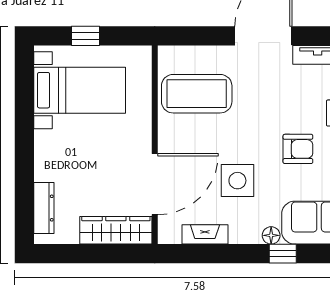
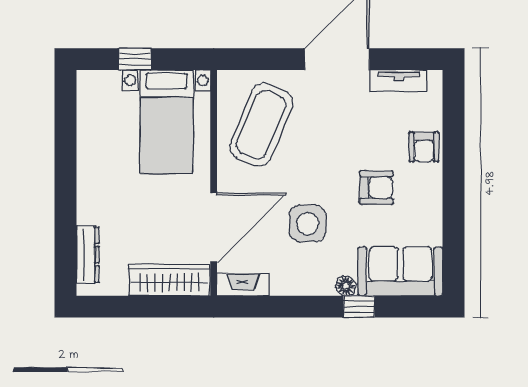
bed with nightstands: (80, 90) -> (166, 122), moved, turned 90
coffee table: (197, 94) -> (261, 125), turned -67
fireplace: (205, 234) -> (243, 285), moved

